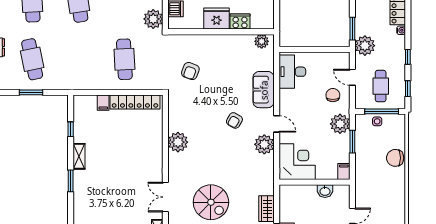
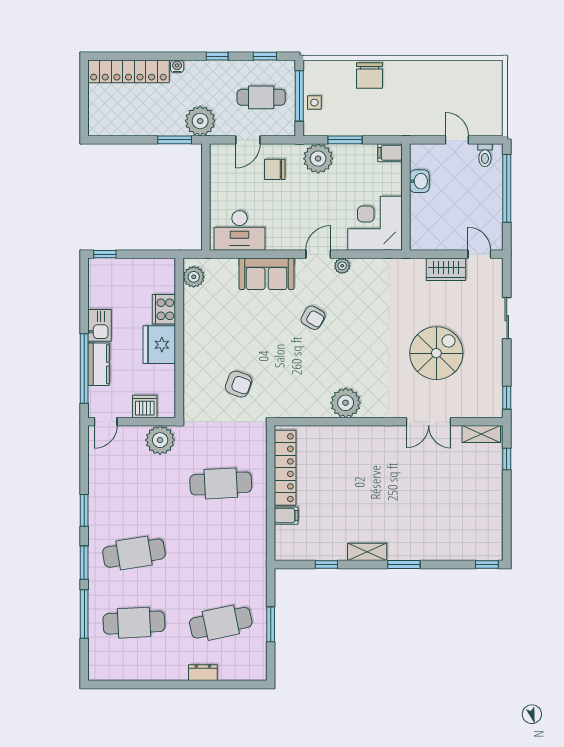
plant: (264, 144) -> (342, 266), width x0.53, depth x0.53

